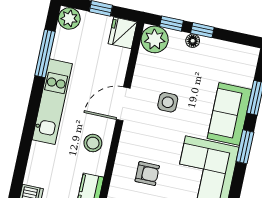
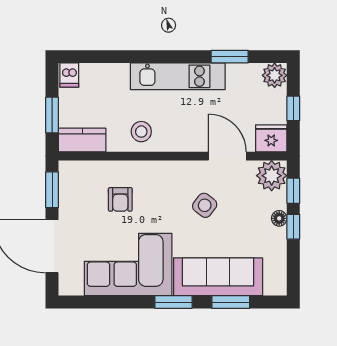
window: (45, 53) -> (230, 57), width x0.69
side table: (168, 102) -> (205, 205), turned 37
door: (123, 104) -> (227, 156), moved
sofa: (229, 114) -> (218, 277), width x1.36

